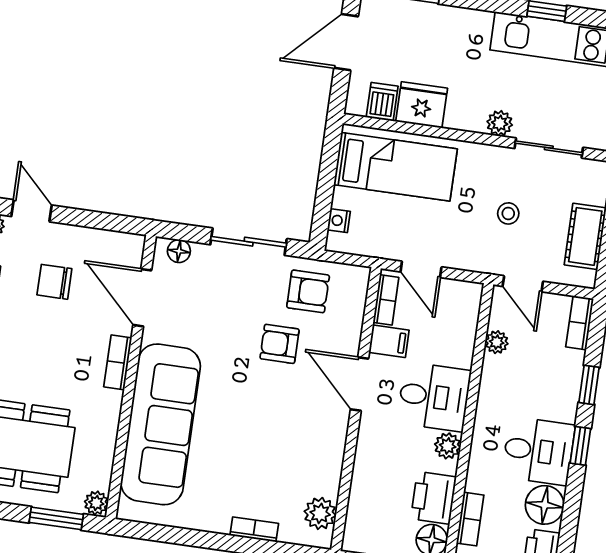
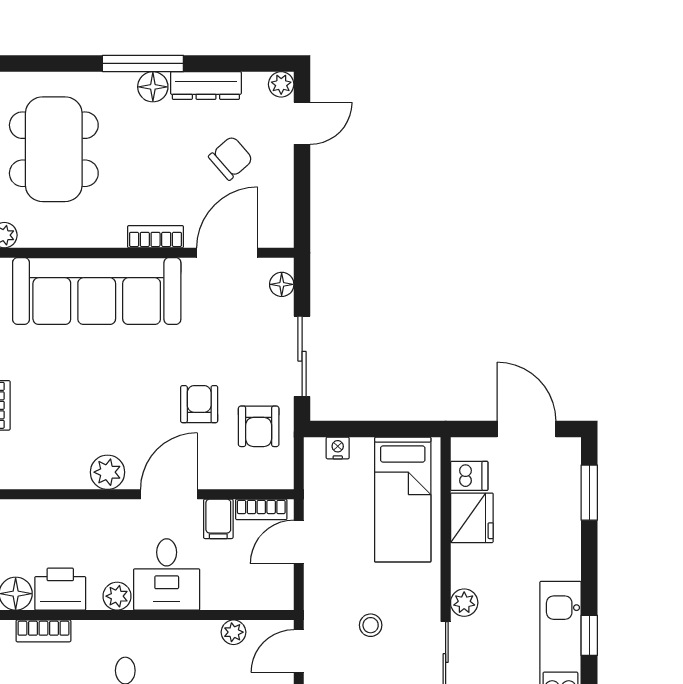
chair: (54, 282) -> (231, 158), turned 49
plant: (320, 513) -> (107, 472), moved

